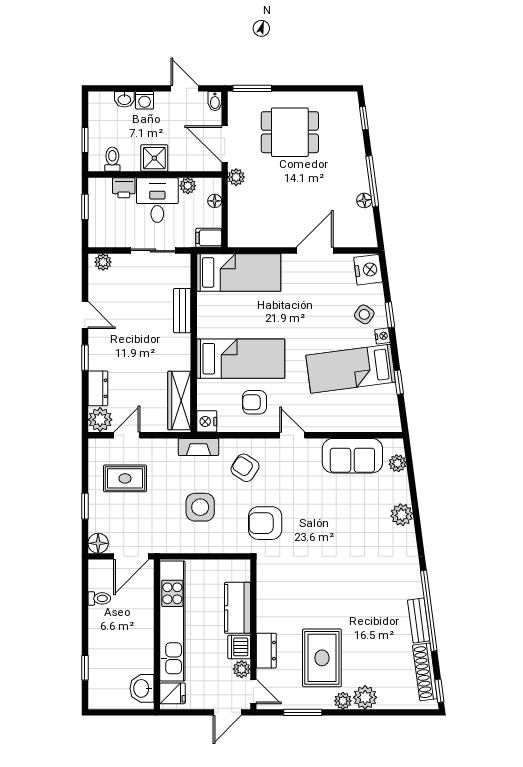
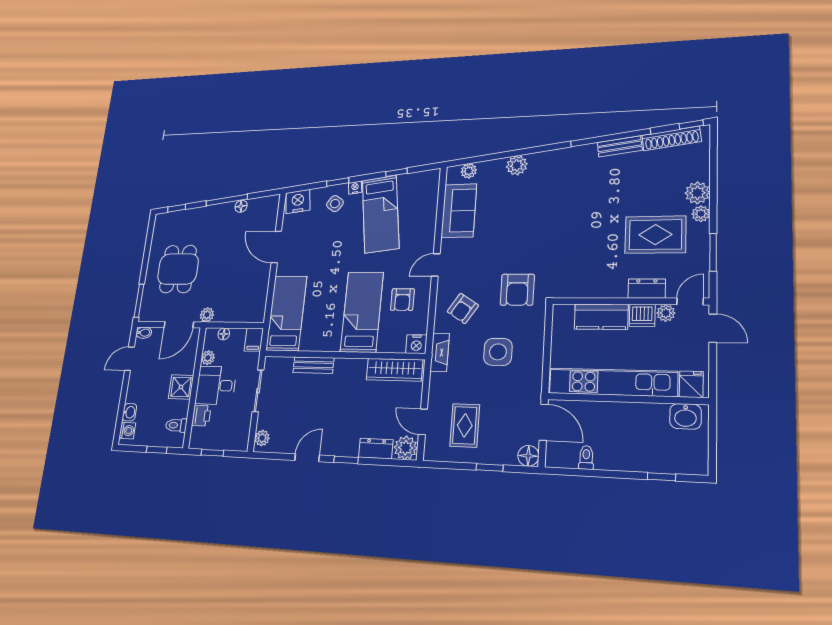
washing machine: (145, 100) -> (127, 431), moved

